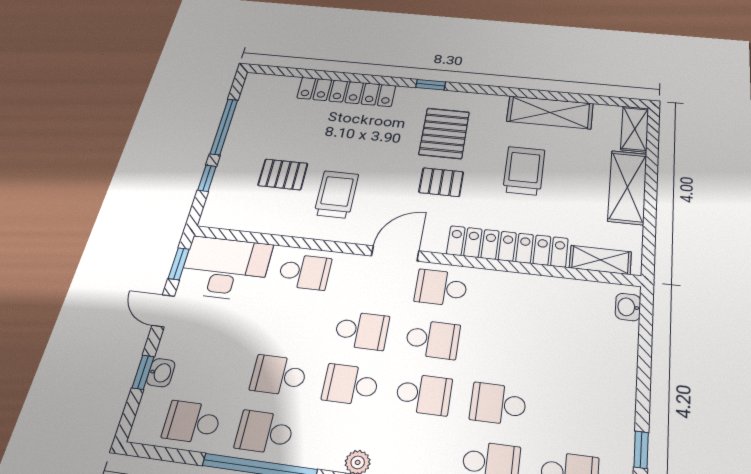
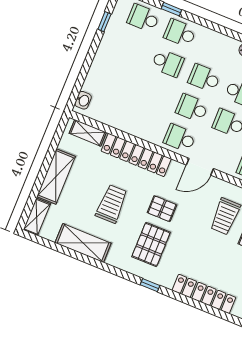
trolley: (524, 171) -> (112, 204), turned 180
school desk: (441, 288) -> (180, 138), turned 180

